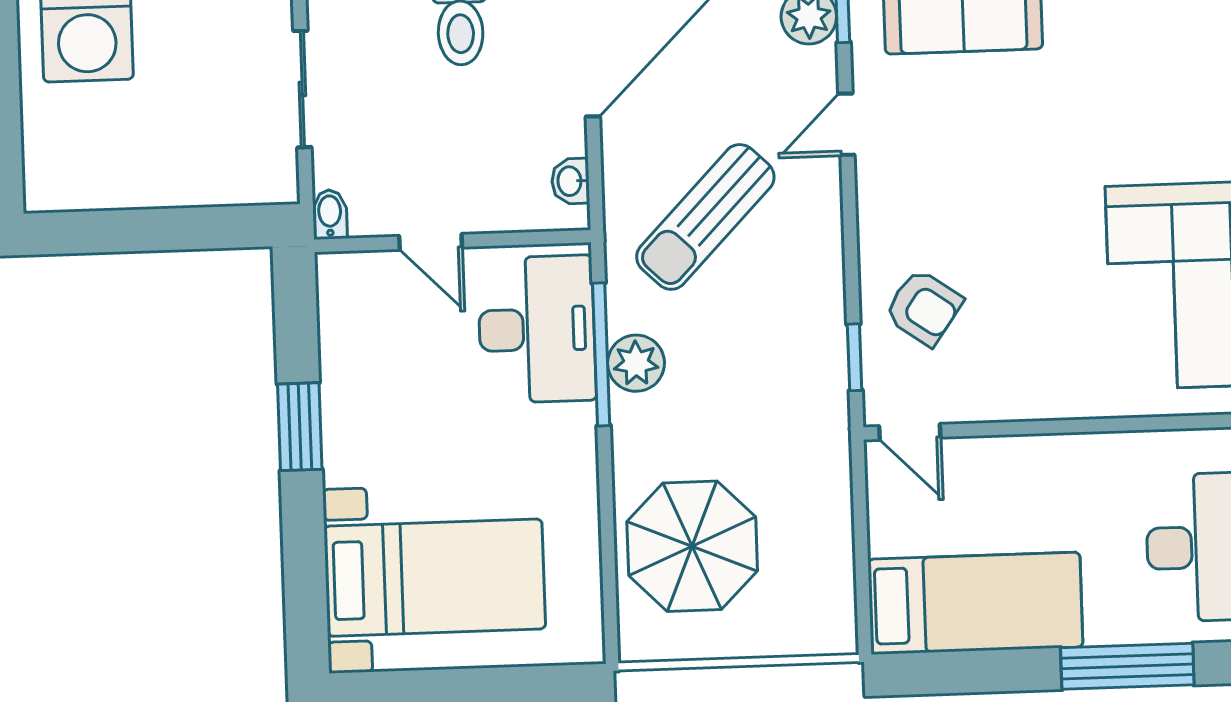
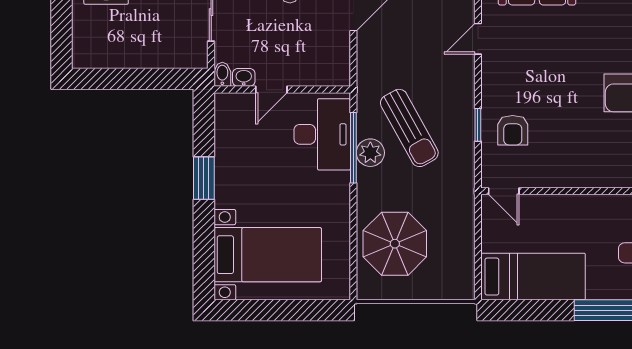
washbasin: (571, 181) -> (244, 77), moved, turned 90
sun lounger: (705, 217) -> (409, 128), moved, turned -73
door: (431, 242) -> (271, 90), hinge flipped
armchair: (924, 307) -> (513, 130), turned 55
window: (855, 357) -> (478, 125), moved

